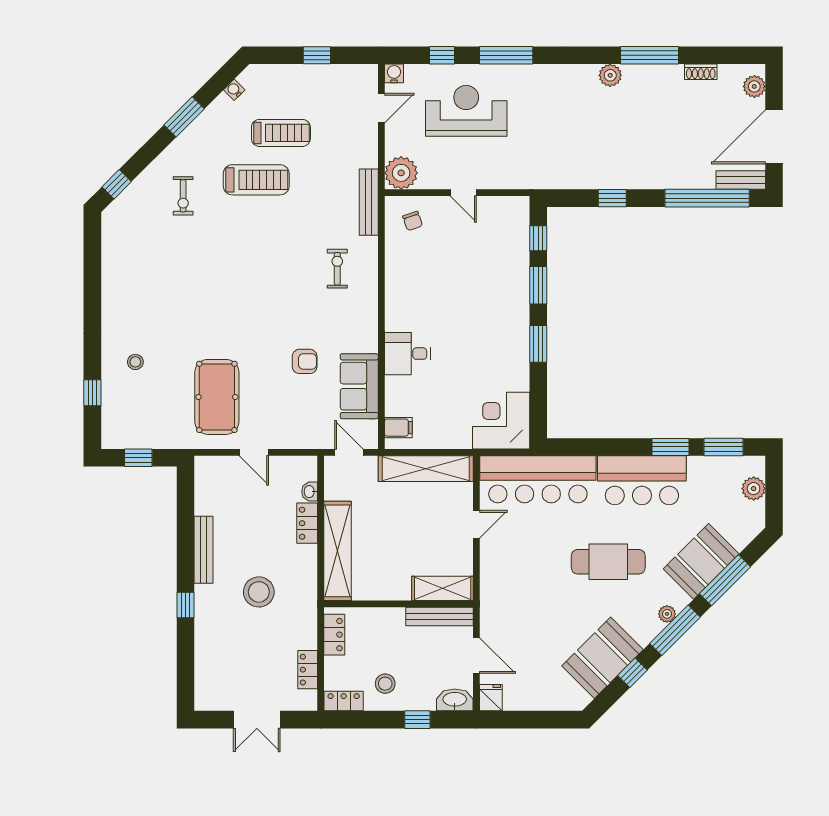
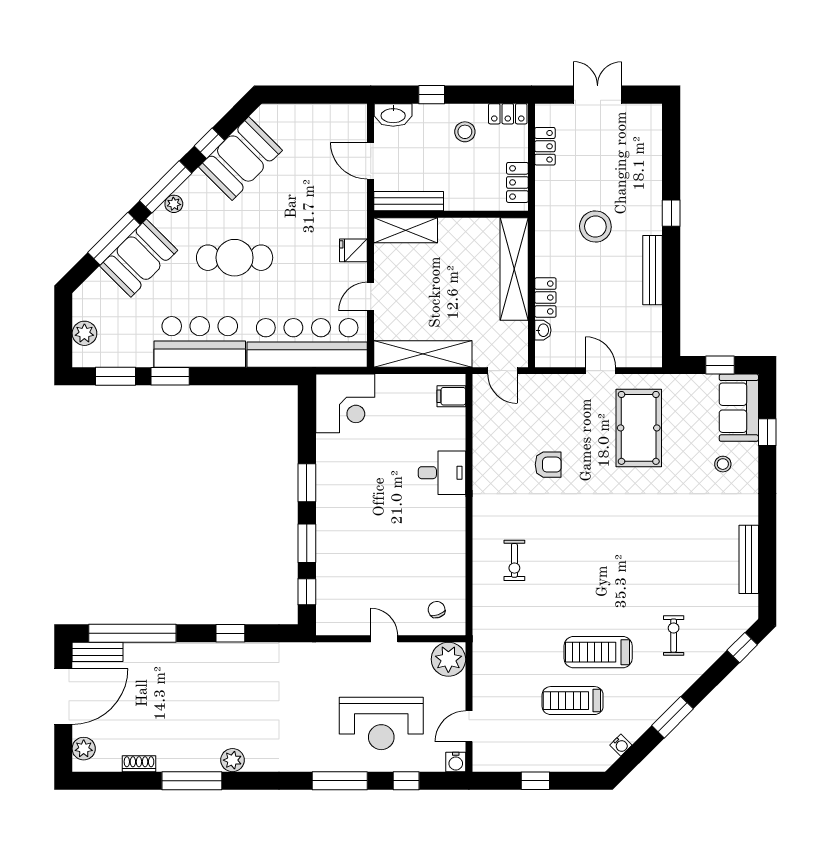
bench: (369, 202) -> (749, 559), moved
armchair: (305, 361) -> (548, 465), turned 180
sofa: (359, 386) -> (739, 408), moved, turned 180
fridge: (491, 698) -> (353, 250), moved, turned 90

